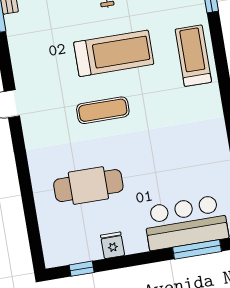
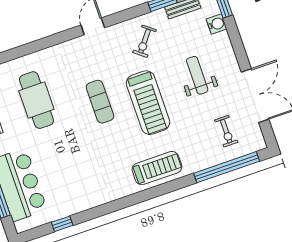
exercise bike: (40, 45) -> (145, 41), added

